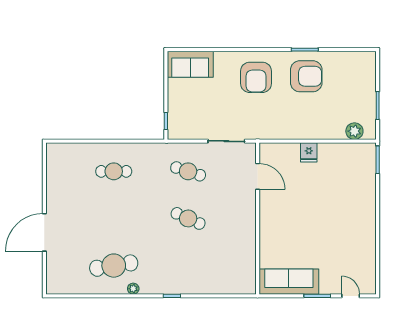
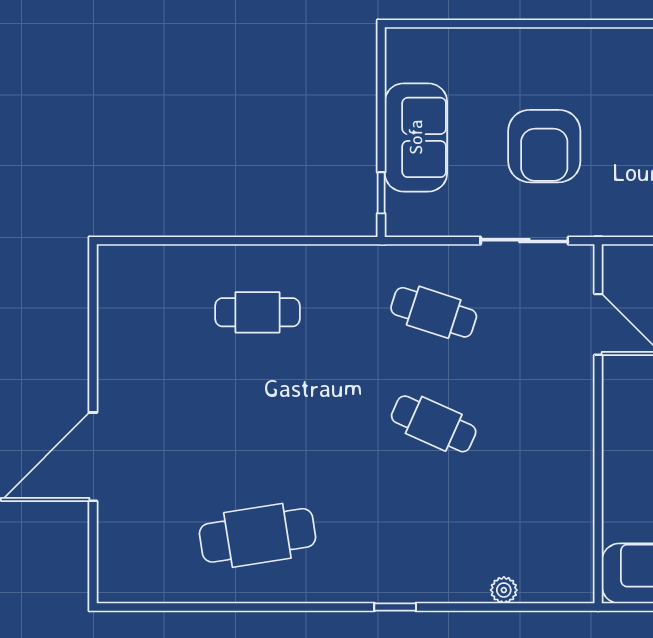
sofa: (190, 64) -> (416, 137), moved, turned -90
armchair: (256, 77) -> (544, 146), moved
plant: (133, 289) -> (504, 590), moved

